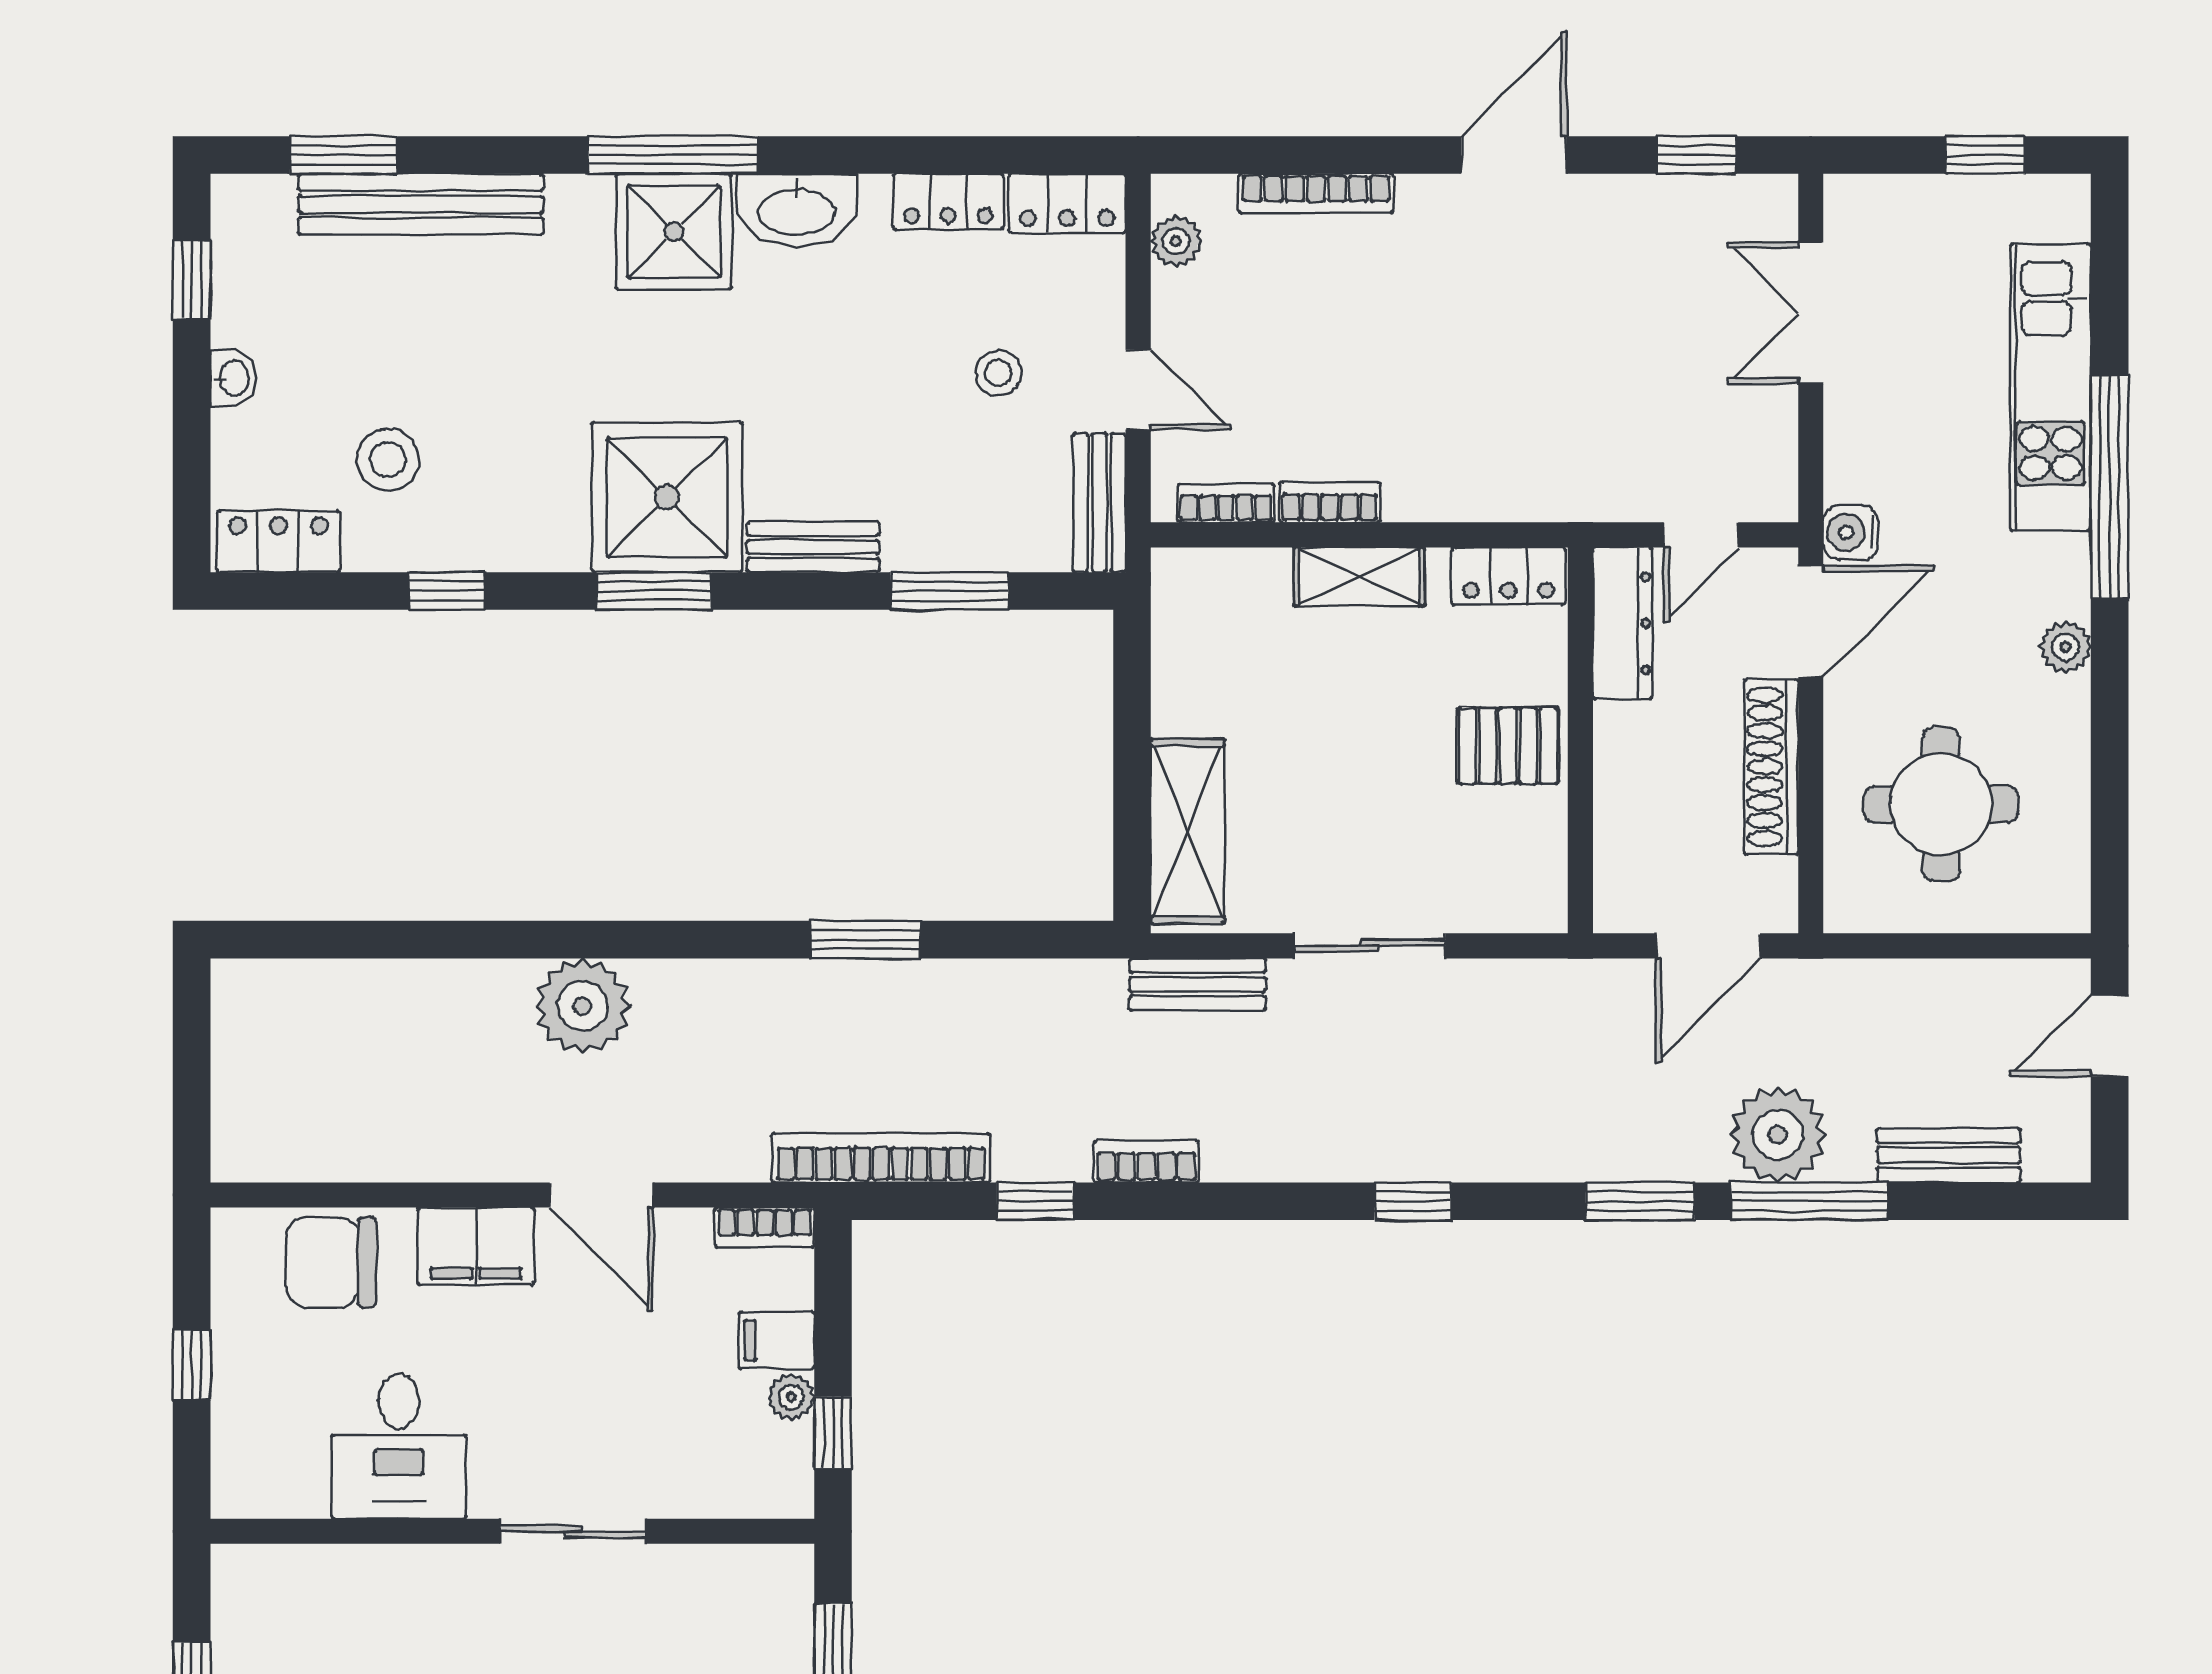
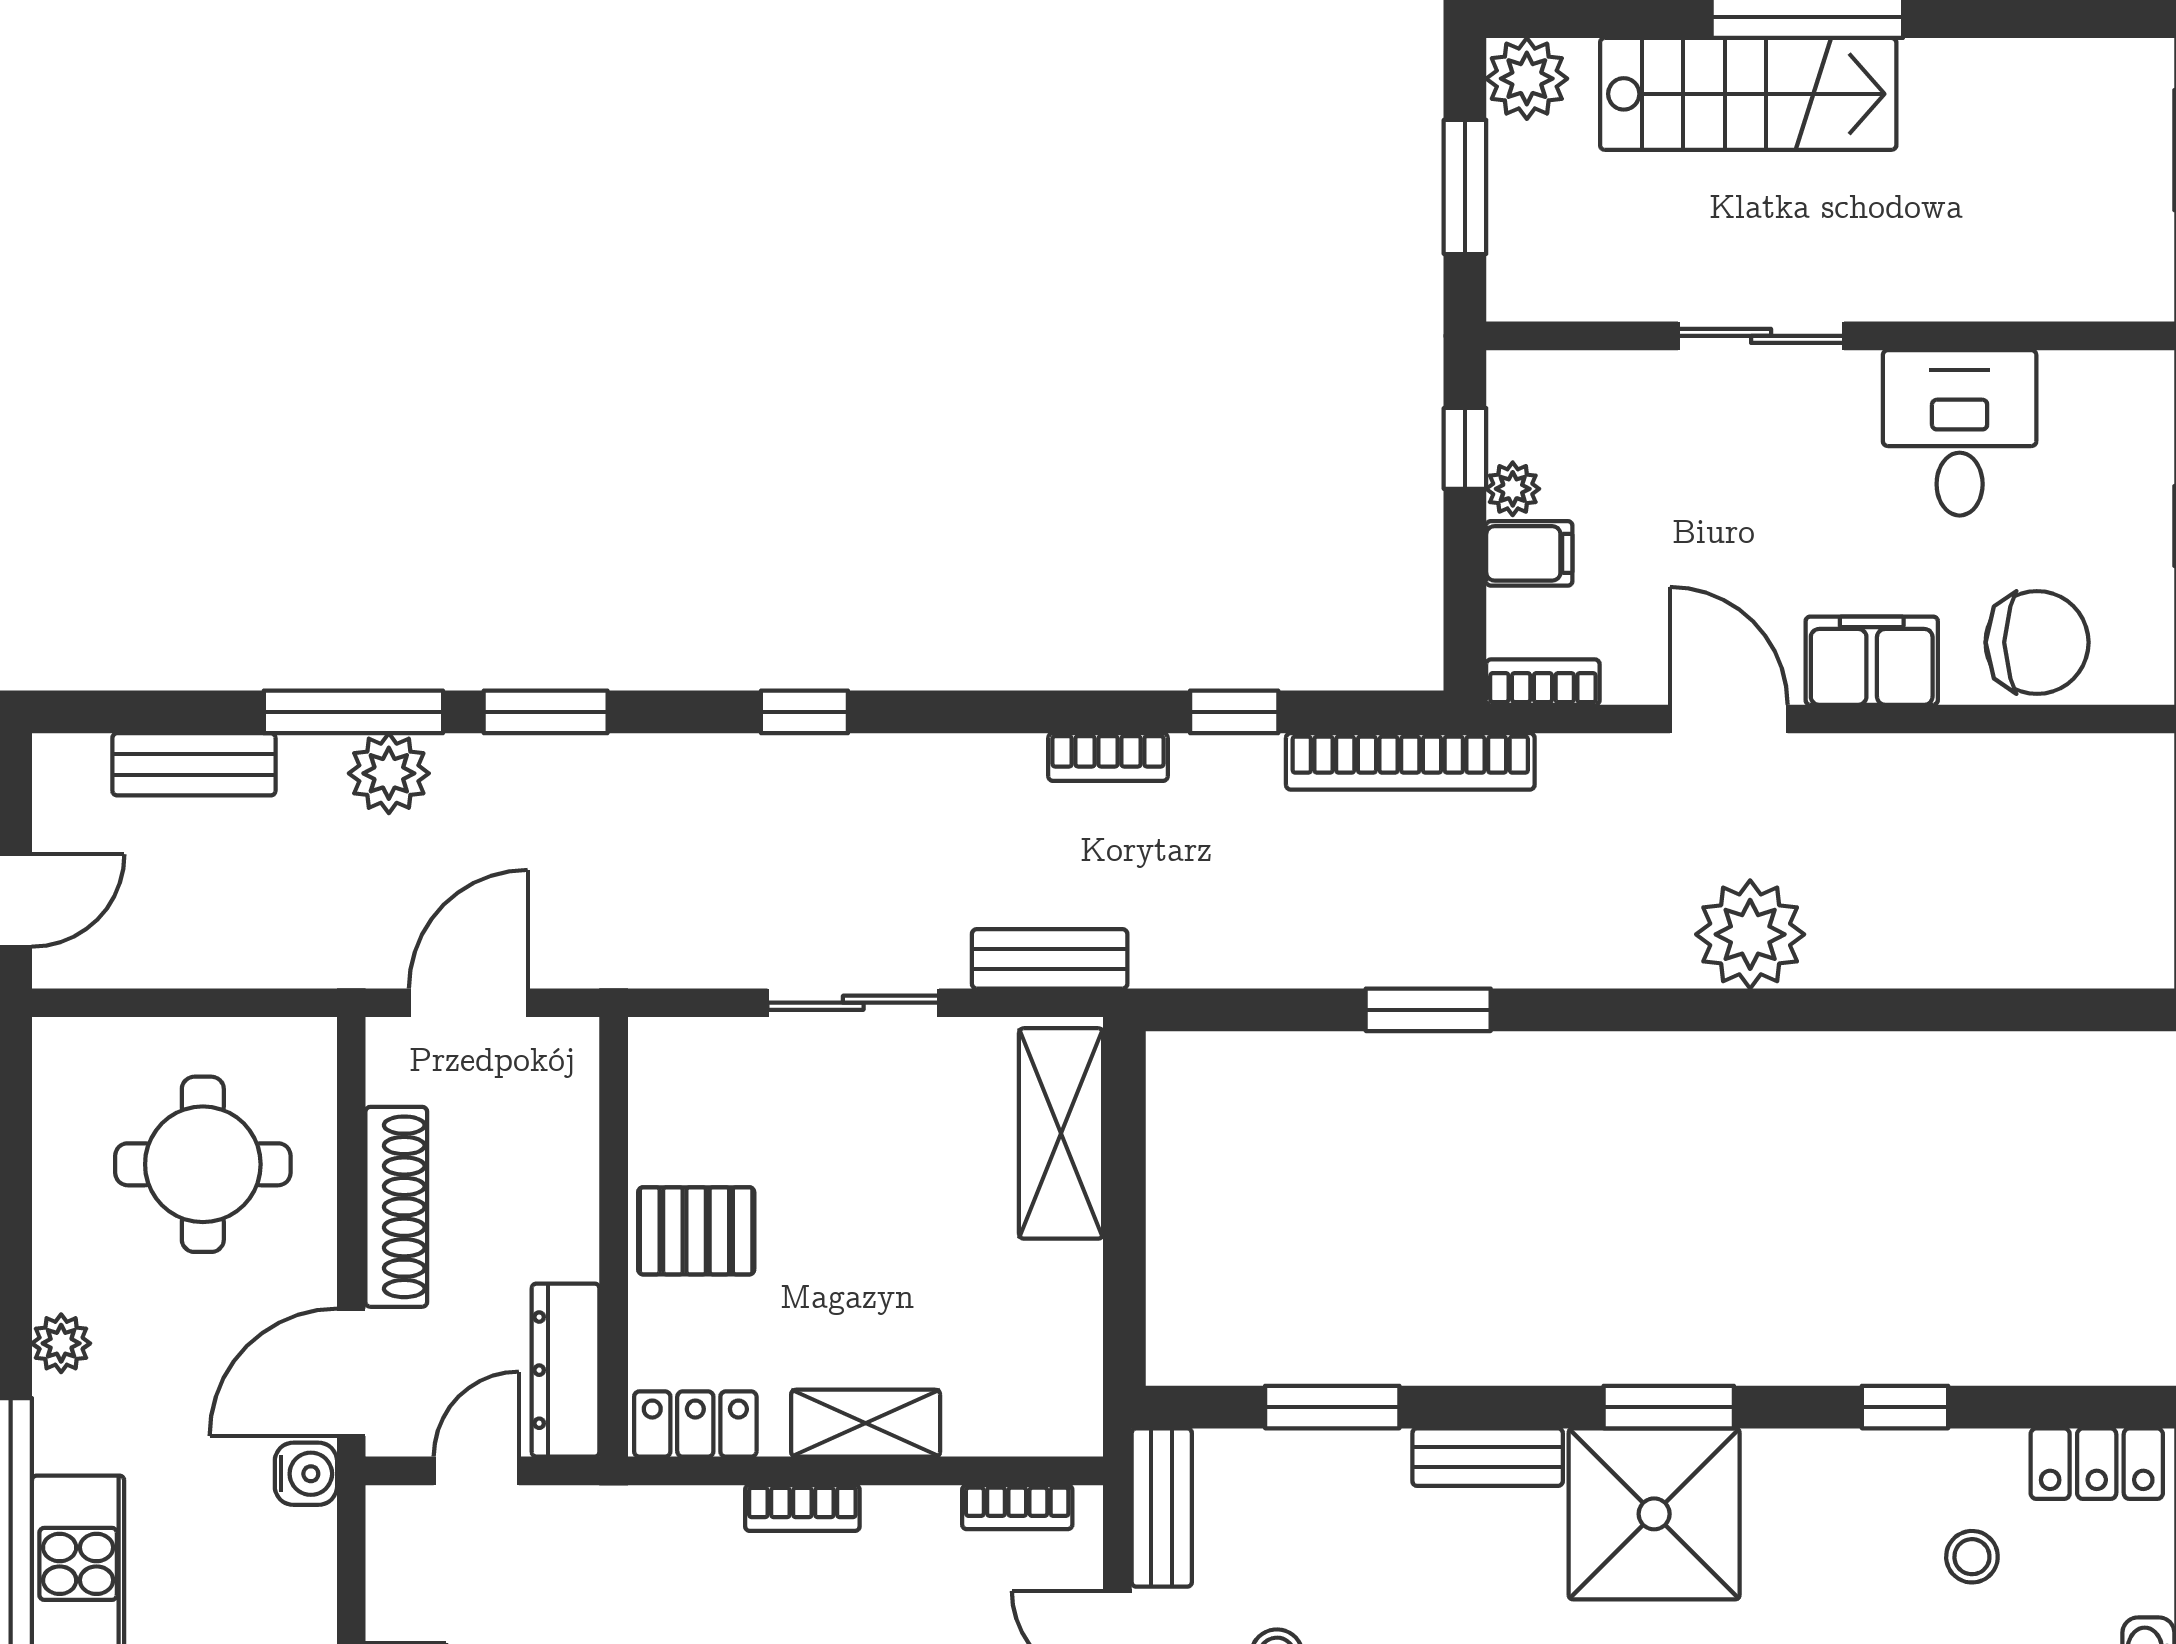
stool: (388, 460) -> (1972, 1557), width x0.73, depth x0.73
bookcase: (1330, 502) -> (802, 1508), moved
plant: (1778, 1135) -> (389, 773), width x0.73, depth x0.73

